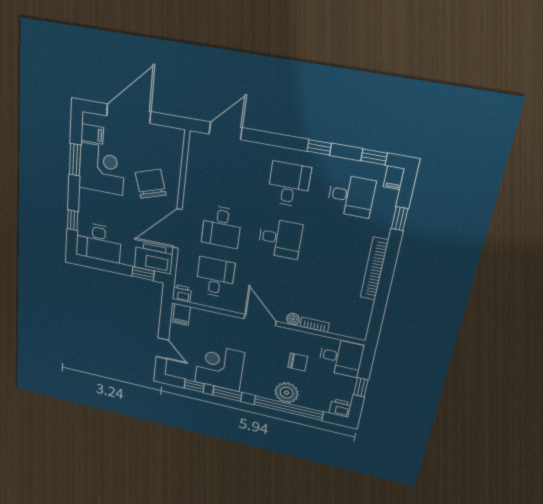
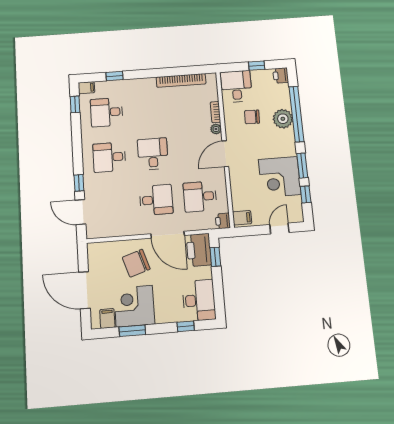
window: (319, 147) -> (79, 183), moved
desk: (351, 196) -> (107, 112), turned -90
bookcase: (374, 269) -> (181, 80), moved
chair: (298, 362) -> (252, 117), turned -88

